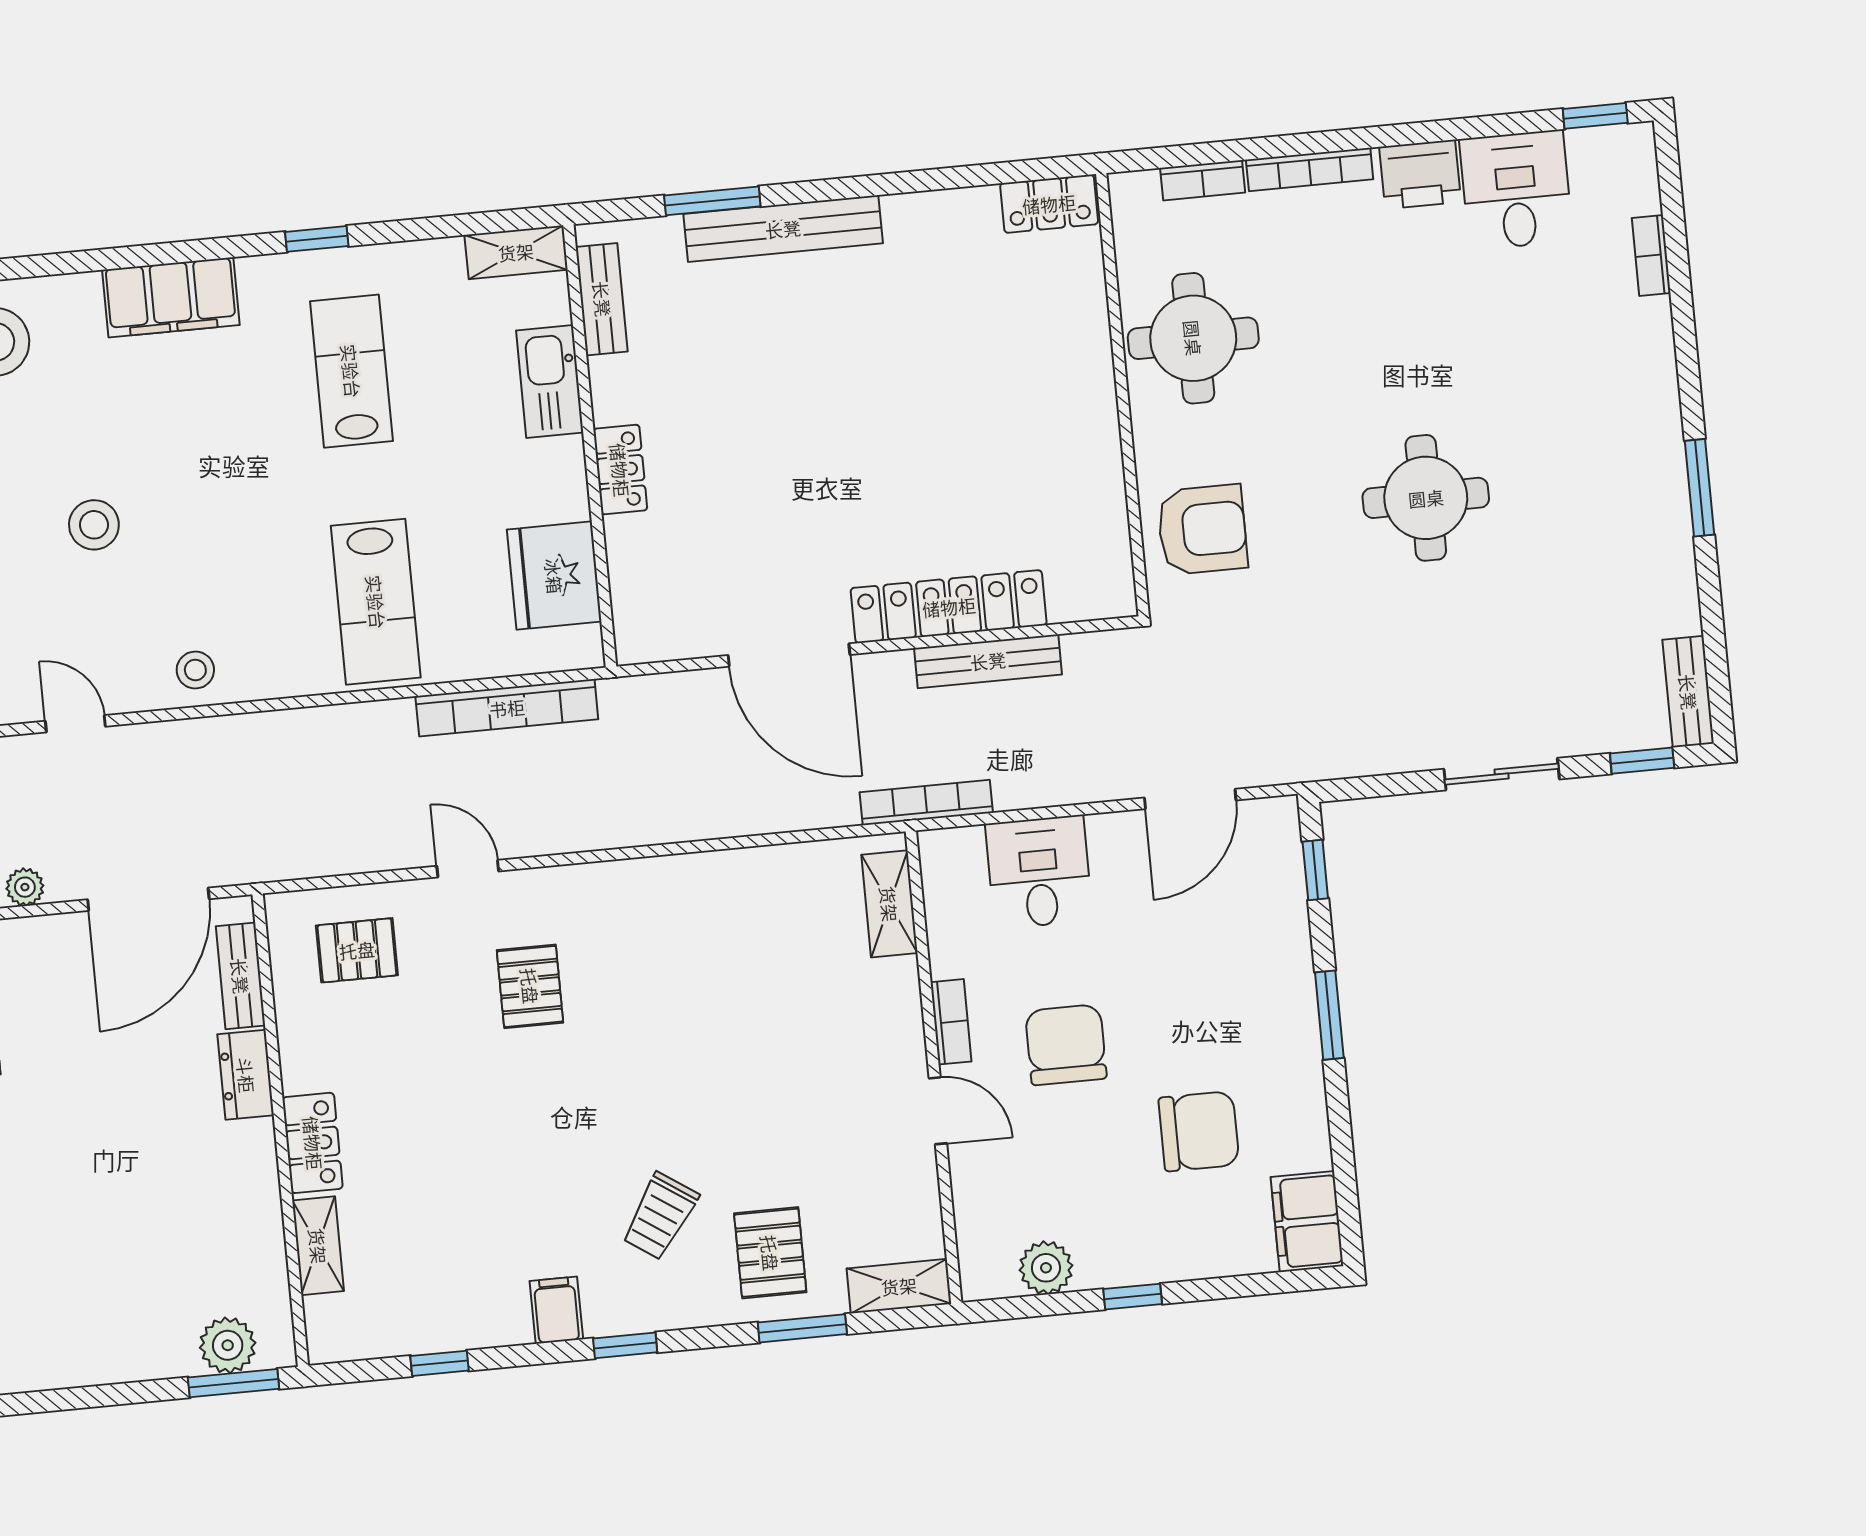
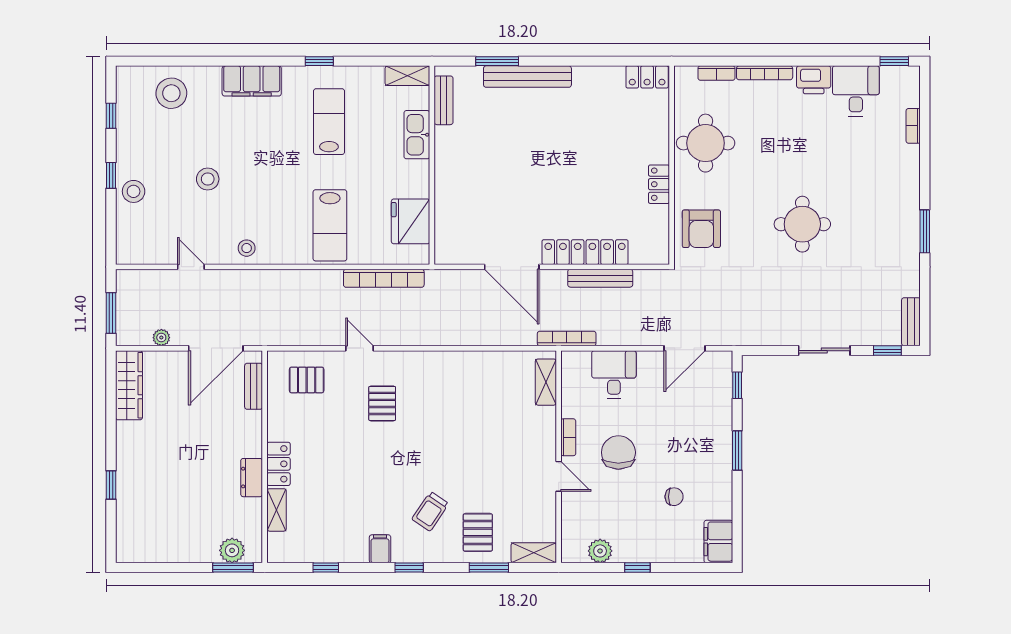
locker: (620, 470) -> (659, 184), moved, turned 180
armchair: (1202, 530) -> (701, 229), turned 90
dresser: (246, 1075) -> (252, 478), moved
chair: (1199, 1131) -> (674, 497), width x0.54, depth x0.54

